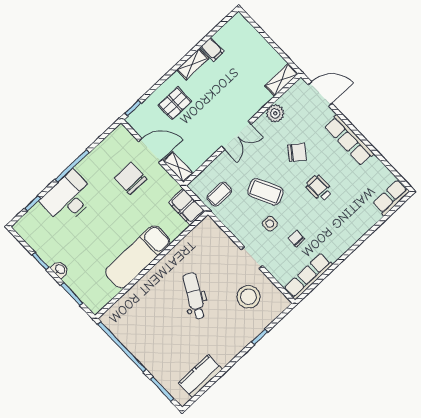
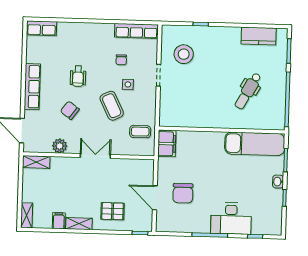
shelving: (178, 167) -> (27, 215), moved
exam couch: (138, 257) -> (255, 144), moved
dental chair: (194, 296) -> (248, 91), moved

